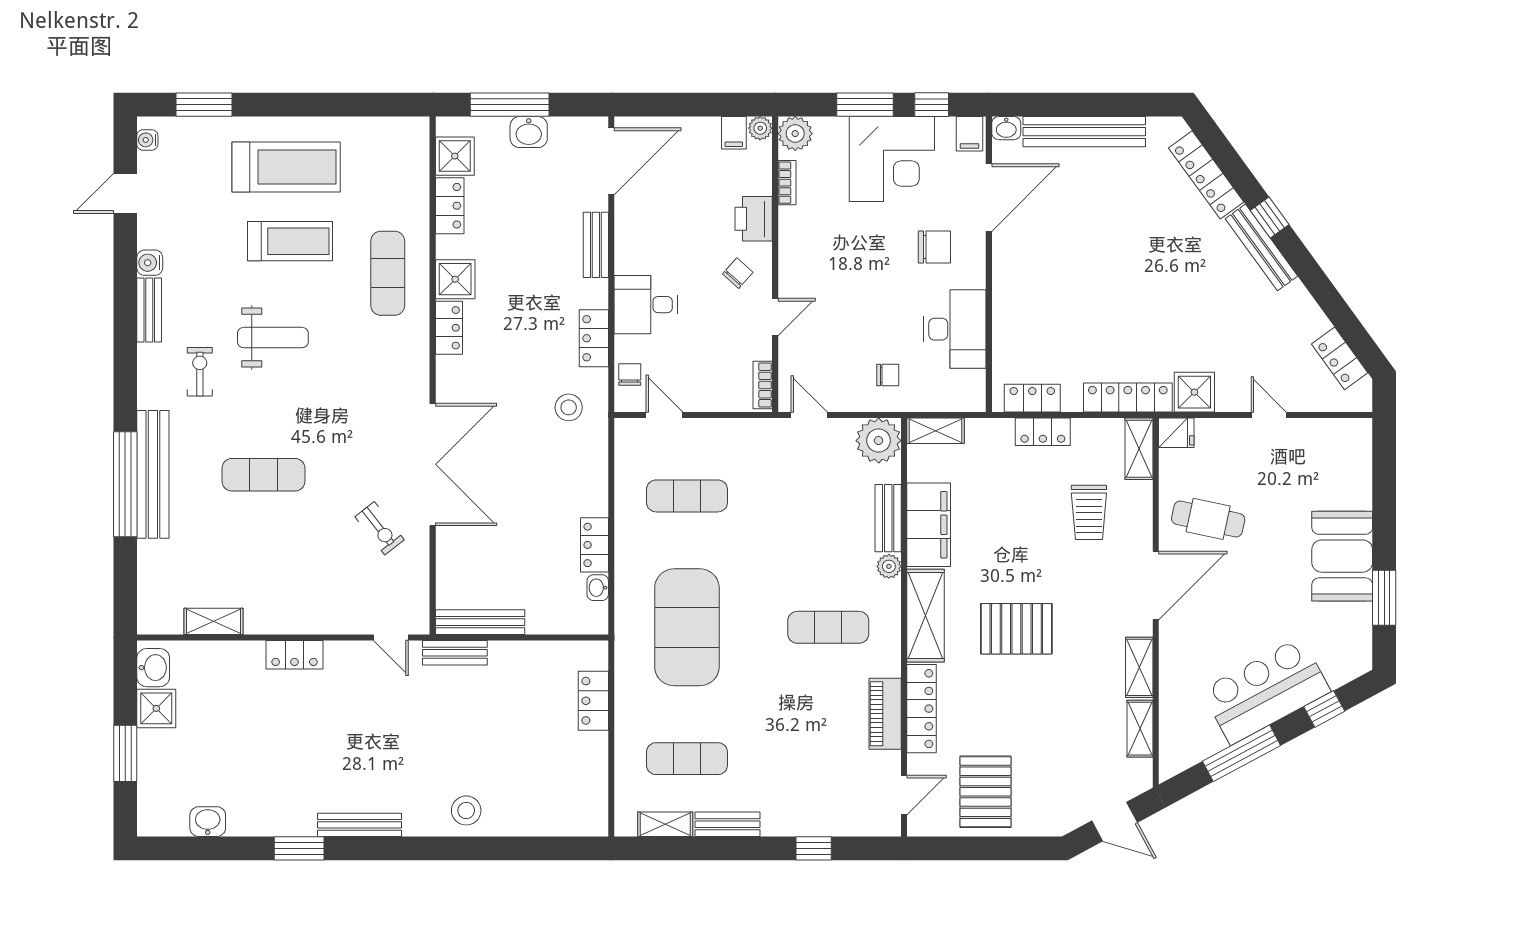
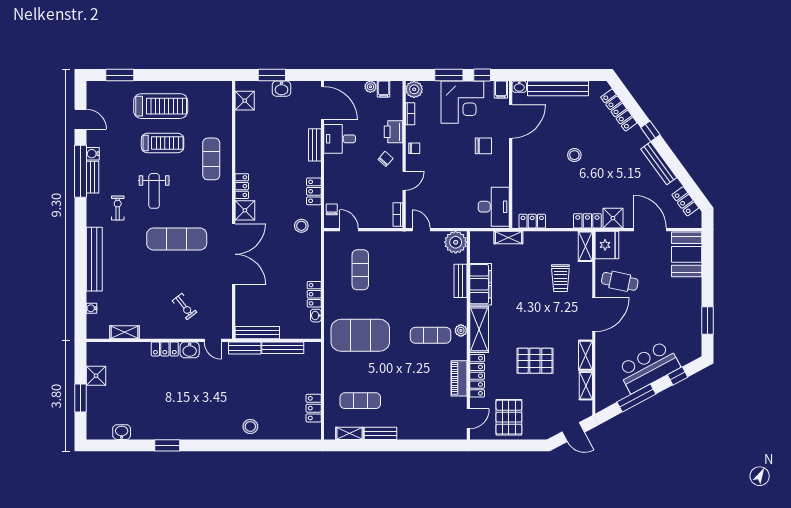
window: (510, 105) -> (272, 75), width x0.69
plant: (760, 128) -> (370, 87), moved
water cooler: (147, 140) -> (92, 308), moved
door: (611, 161) -> (323, 103), hinge flipped
door: (125, 193) -> (81, 119), swing flipped
locker: (450, 206) -> (242, 125), removed
bench: (1261, 247) -> (659, 163), moved
stool: (1117, 265) -> (574, 155), added
shower: (455, 279) -> (245, 210), moved
desk: (646, 305) -> (340, 139), moved
desk: (955, 329) -> (494, 207), moved
weight bench: (273, 338) -> (154, 191), turned 90
chair: (888, 375) -> (414, 148), moved
locker: (1128, 397) -> (587, 221), width x0.66
door: (1269, 415) -> (650, 230), width x1.88
shelving: (936, 431) -> (508, 237), moved
locker: (1043, 432) -> (537, 238), removed
fridge: (1176, 433) -> (607, 245), width x1.88, depth x1.34
exercise mat: (264, 475) -> (177, 239), moved, width x1.36, depth x1.45
window: (125, 484) -> (81, 171), moved
exercise mat: (687, 496) -> (360, 270), turned 90
exercise bike: (380, 528) -> (184, 307), moved
booth: (1342, 556) -> (687, 254), moved
plant: (889, 566) -> (461, 330), moved
exercise mat: (687, 627) -> (360, 335), turned 90
pallet: (1016, 629) -> (535, 361), moved
washbasin: (153, 668) -> (190, 350), moved, turned 90
locker: (593, 701) -> (314, 408), moved
bench: (359, 825) -> (283, 348), moved
window: (814, 848) -> (423, 445), removed

